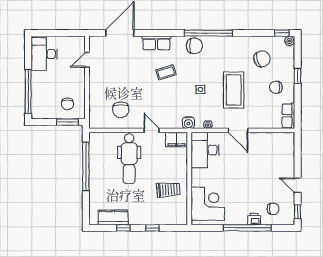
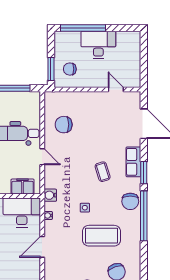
window: (167, 33) -> (144, 173), added
desk: (44, 54) -> (98, 45), moved
coffee table: (234, 90) -> (101, 236), moved
door: (152, 130) -> (42, 157), hinge flipped
filing cabinet: (176, 140) -> (23, 187), moved, turned 90

